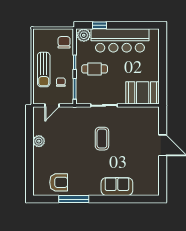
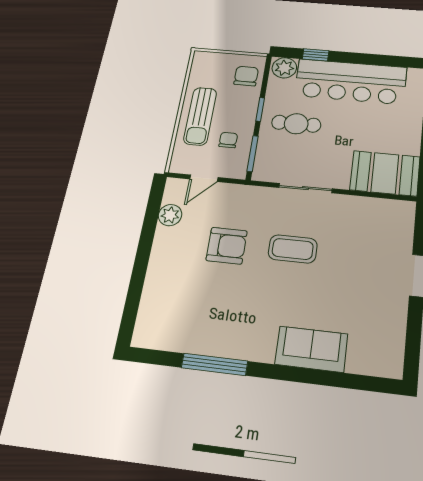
coffee table: (102, 139) -> (293, 249), turned 90
plant: (39, 141) -> (170, 215), moved
armchair: (59, 182) -> (227, 246), moved

